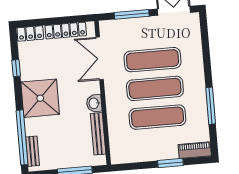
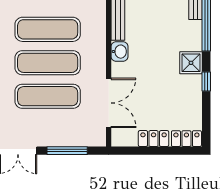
locker: (66, 31) -> (154, 139), width x0.66
window: (16, 68) -> (206, 82), moved
shower: (40, 98) -> (191, 63), width x0.54, depth x0.54

